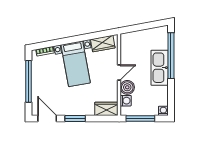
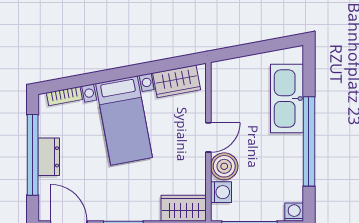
window: (171, 56) -> (309, 141), moved
kitchen sink: (160, 68) -> (287, 99), moved
dresser: (37, 82) -> (49, 157), added

